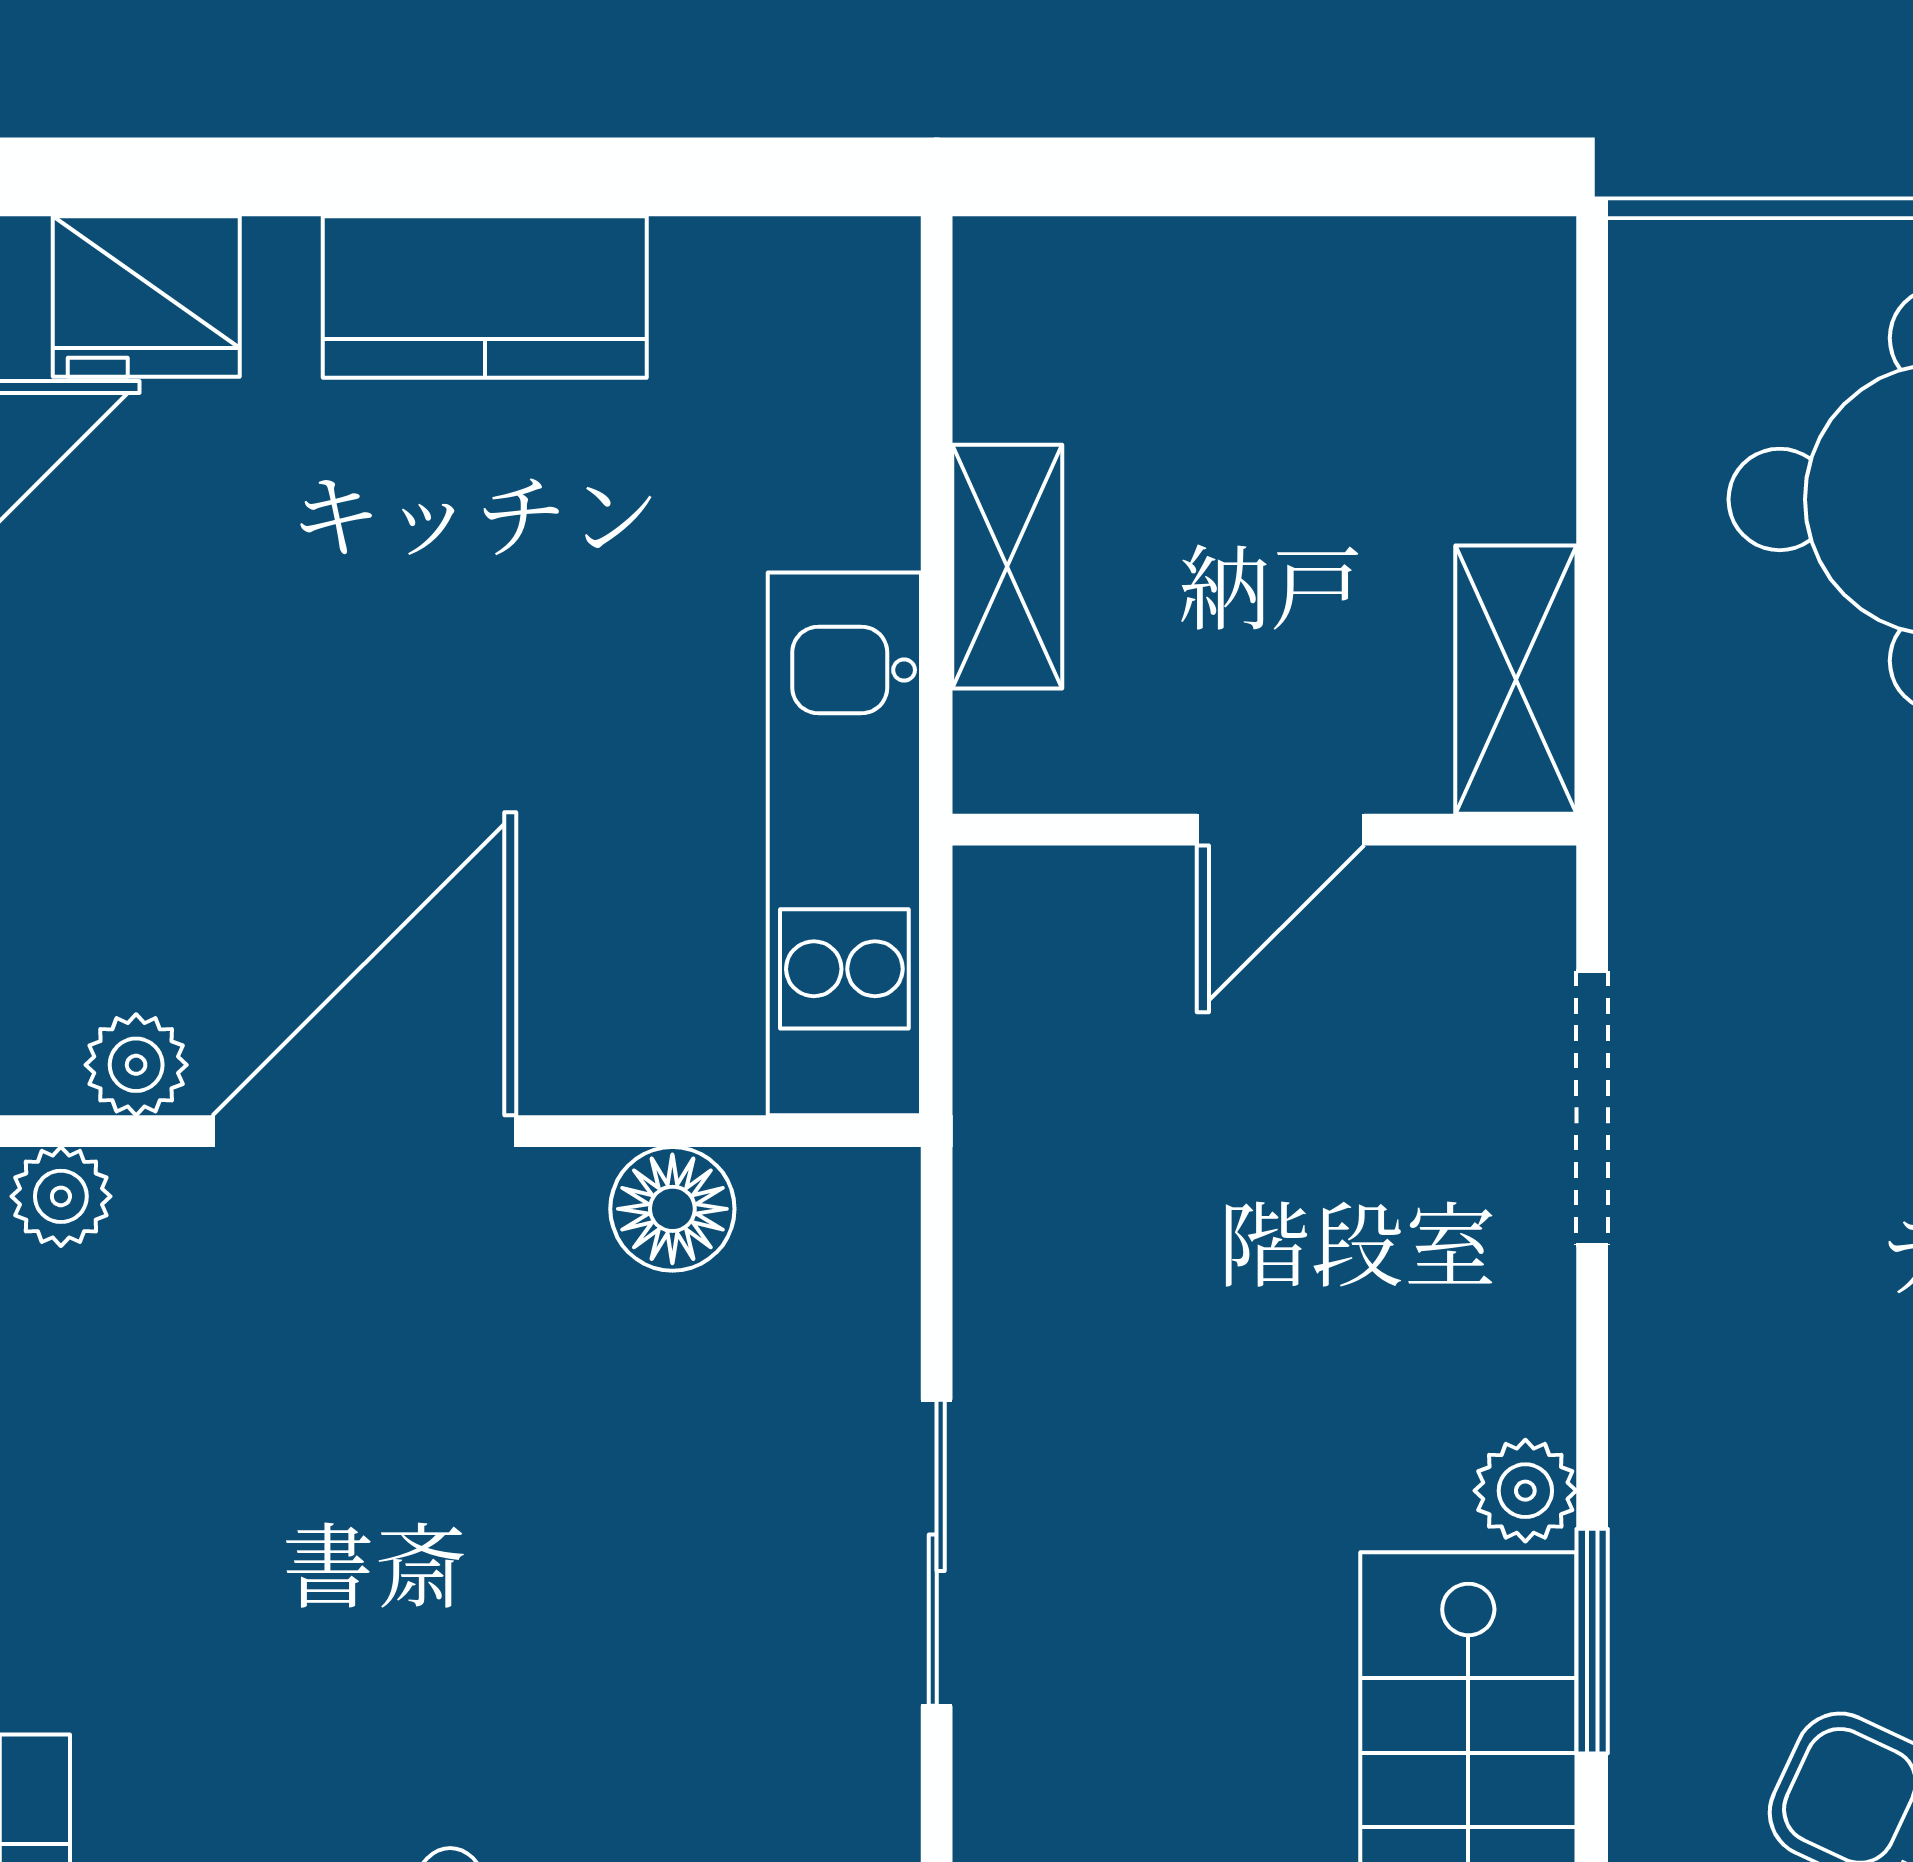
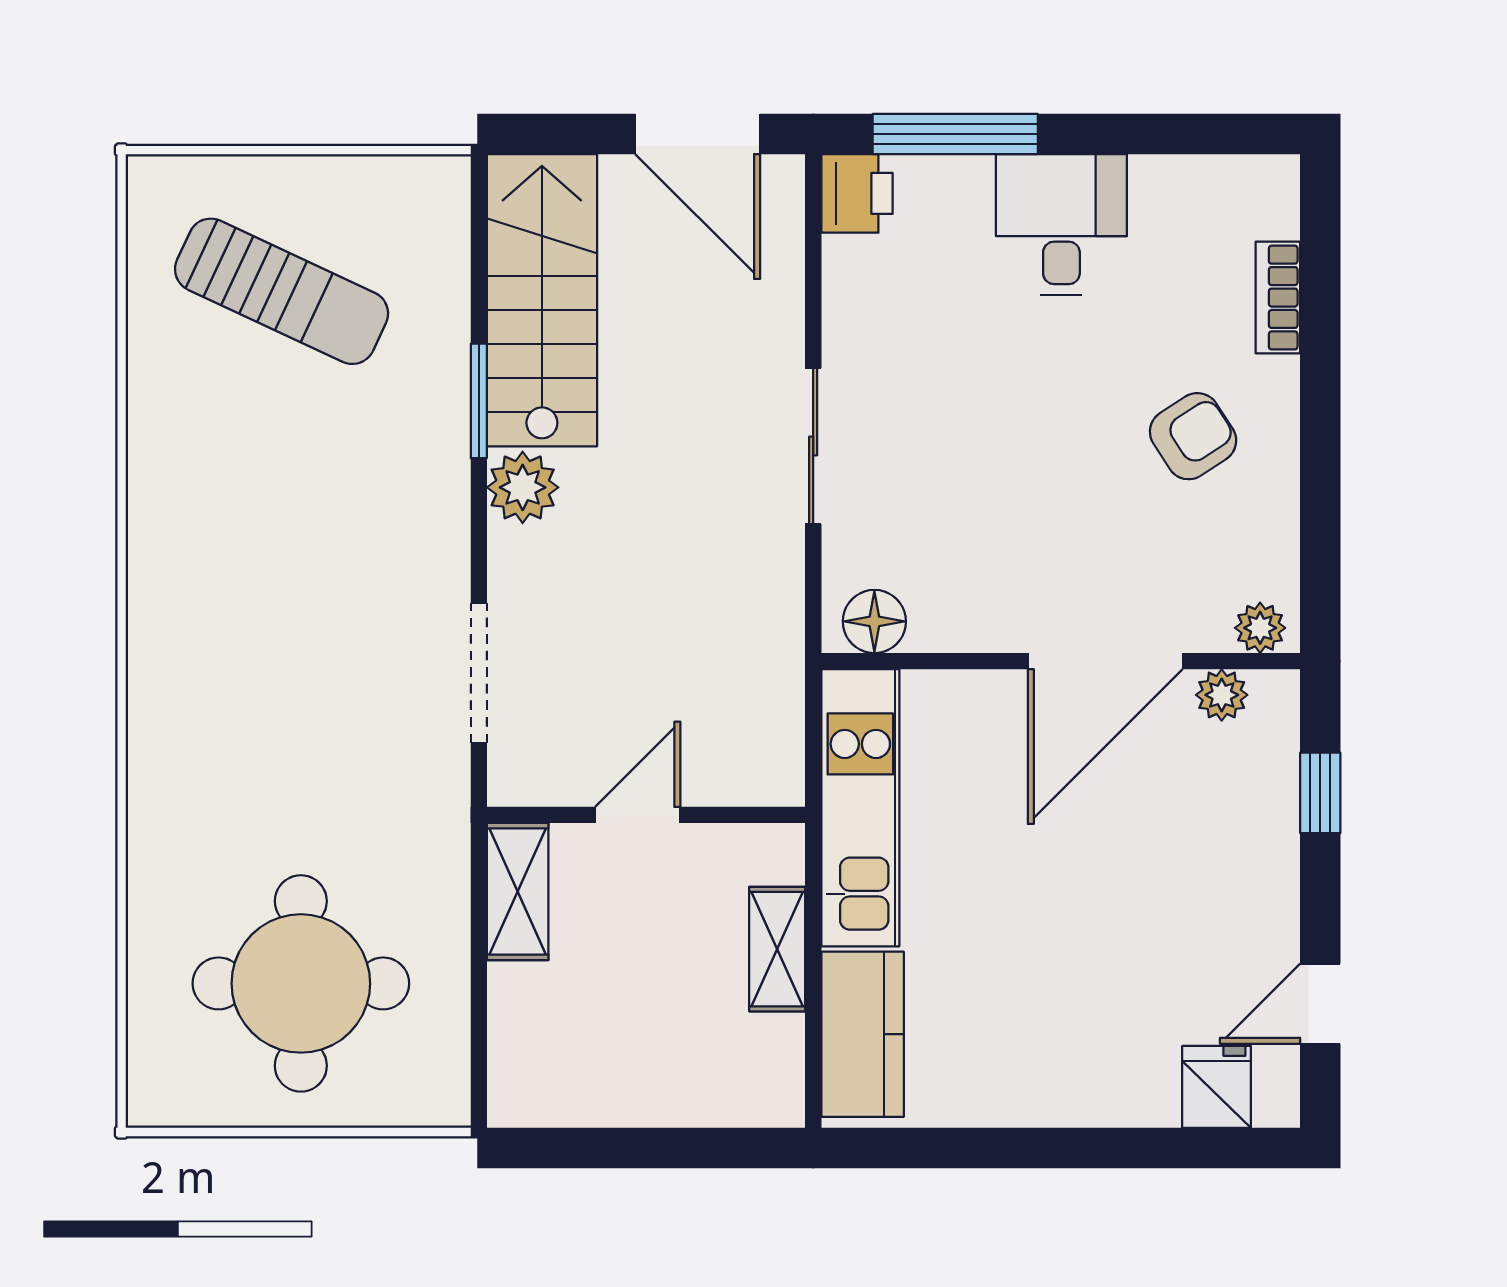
fridge: (146, 297) -> (1217, 1087), width x0.72
kitchen counter: (485, 297) -> (863, 1034), moved, turned 90
floor lamp: (672, 1209) -> (874, 621), moved
plant: (1525, 1491) -> (523, 487), width x1.38, depth x1.38
armchair: (192, 1572) -> (1193, 436), added

